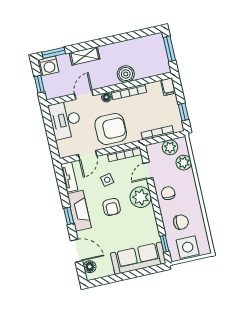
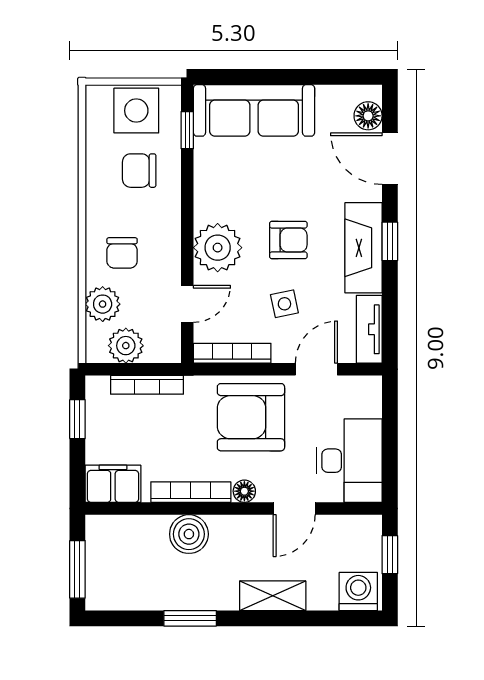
window: (54, 53) -> (190, 618), moved
filing cabinet: (168, 87) -> (113, 484), width x2.00
chair: (168, 193) -> (122, 253), moved
armchair: (112, 207) -> (288, 240), turned 90

